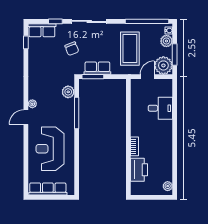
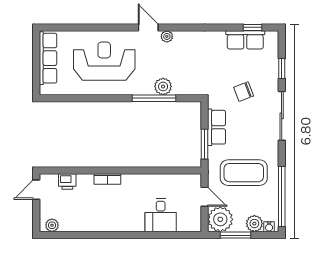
row of seats: (42, 30) -> (245, 40), moved, turned -90
window: (93, 77) -> (205, 144), moved
plant: (68, 92) -> (163, 86), moved
printer: (139, 170) -> (67, 182), width x0.53, depth x0.68
door: (142, 197) -> (36, 190), added

